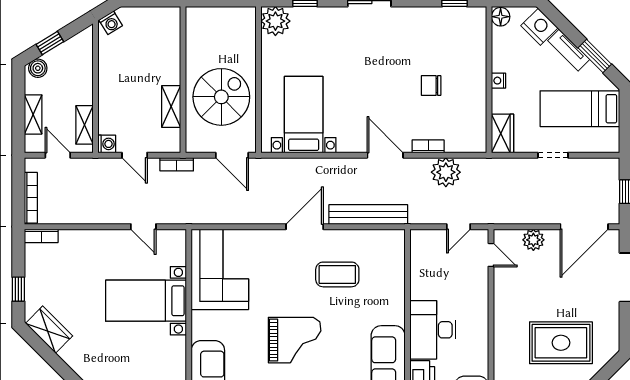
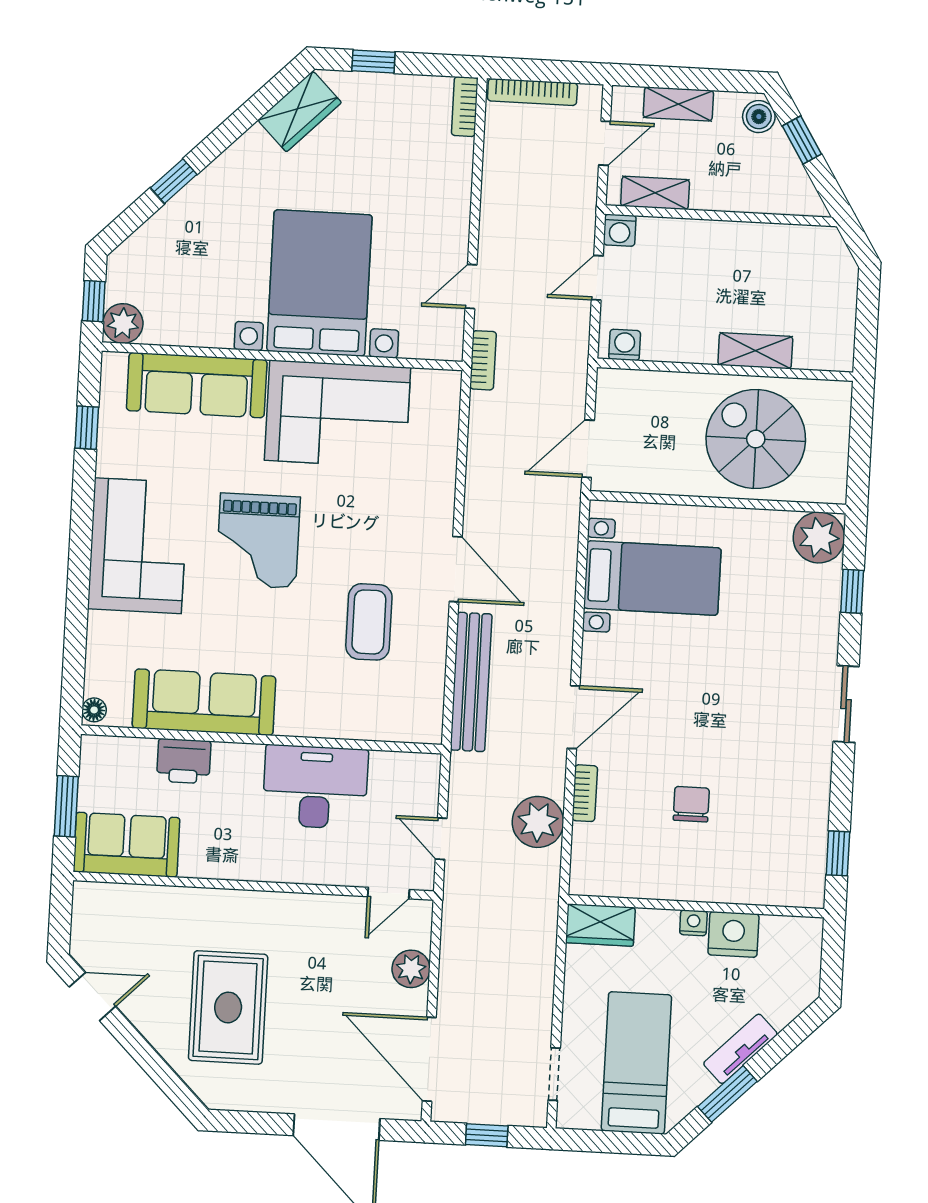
floor lamp: (501, 17) -> (805, 933), removed
washing machine: (111, 23) -> (625, 345), moved, turned 122
nightstand: (539, 27) -> (733, 934), moved, turned -135
spiral stairs: (221, 97) -> (756, 439), moved, turned 180
shelving: (171, 106) -> (755, 351), moved
doorway: (553, 155) -> (554, 1074), moved
bookcase: (177, 164) -> (483, 360), moved, turned 180
corner sofa: (220, 269) -> (338, 414), moved
bed with nightstands: (146, 301) -> (319, 283), width x1.36
desk: (433, 330) -> (315, 787), moved

